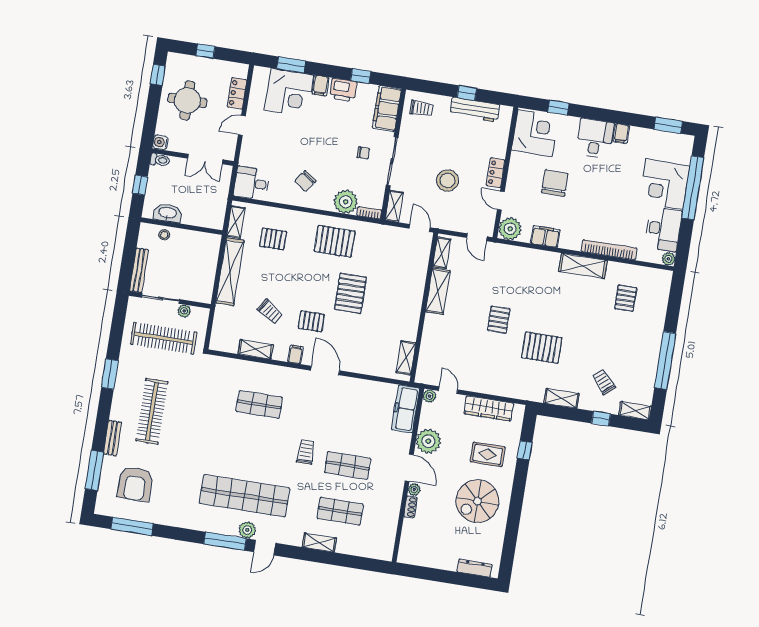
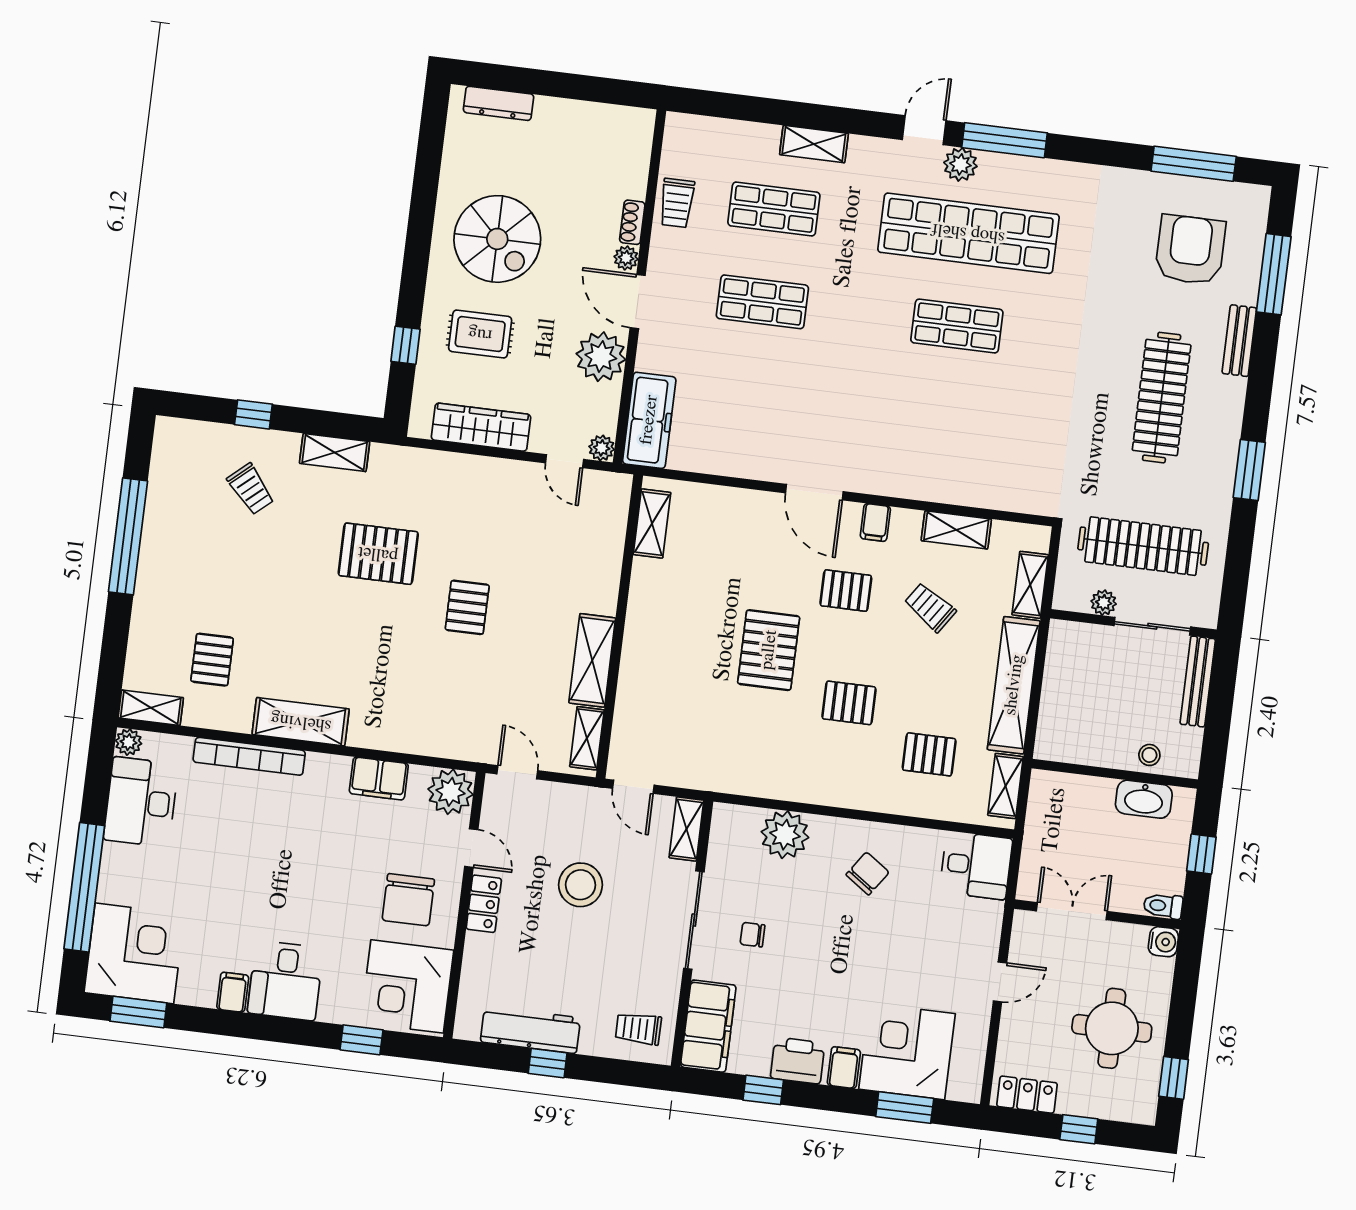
locker: (237, 93) -> (1027, 1095), moved, turned -90
chair: (555, 183) -> (408, 900), moved
corner desk: (664, 184) -> (134, 953), moved
bookcase: (369, 213) -> (736, 814), removed
pallet: (335, 241) -> (849, 703), moved, width x0.67, depth x0.71
shelving: (220, 321) -> (1030, 585), added
shop shelf: (259, 404) -> (957, 326), moved
shelving: (635, 411) -> (151, 708), moved
trolley: (306, 452) -> (677, 203), moved
spiral stairs: (477, 501) -> (497, 239), turned 90

